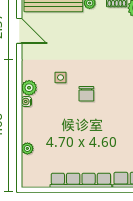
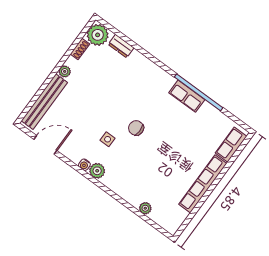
chair: (86, 94) -> (136, 128), turned 180
water cooler: (26, 102) -> (84, 165), moved

